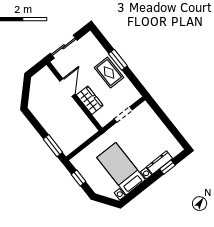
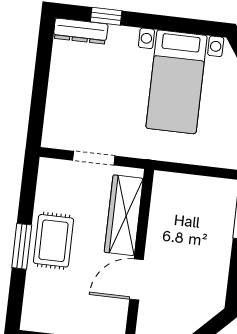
wardrobe: (90, 100) -> (124, 215), width x1.50
dresser: (159, 163) -> (81, 31), moved

